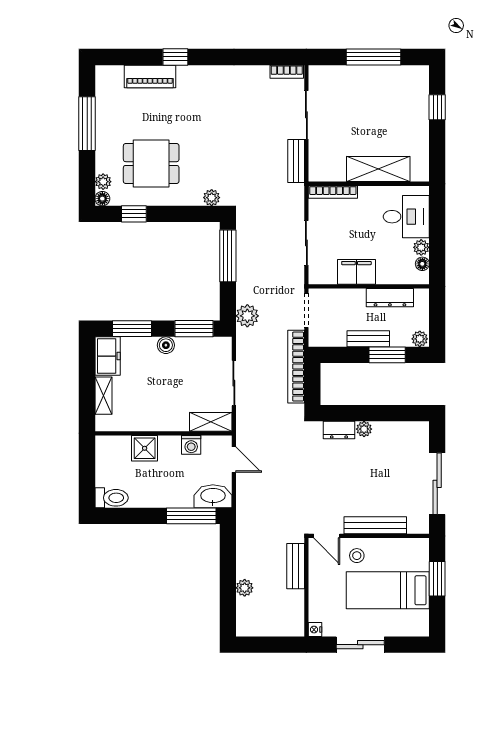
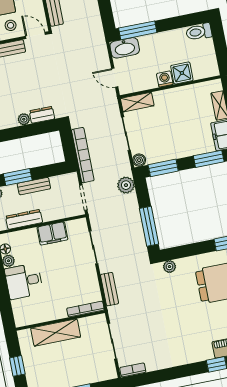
bench: (296, 161) -> (110, 289), moved
shelving: (378, 169) -> (56, 333), moved
wall: (369, 184) -> (60, 320), moved
bookcase: (333, 192) -> (85, 309), moved
boiler: (166, 345) -> (139, 160), moved
washing machine: (191, 445) -> (165, 79), moved

